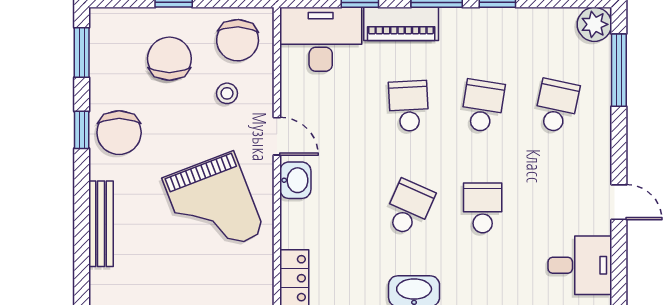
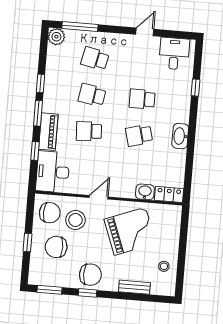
stool: (227, 93) -> (75, 220), width x1.89, depth x1.89
washbasin: (295, 180) -> (145, 192), moved
school desk: (409, 208) -> (139, 135), turned -39
bench: (101, 224) -> (134, 287), width x0.73
stool: (148, 280) -> (164, 266), added

